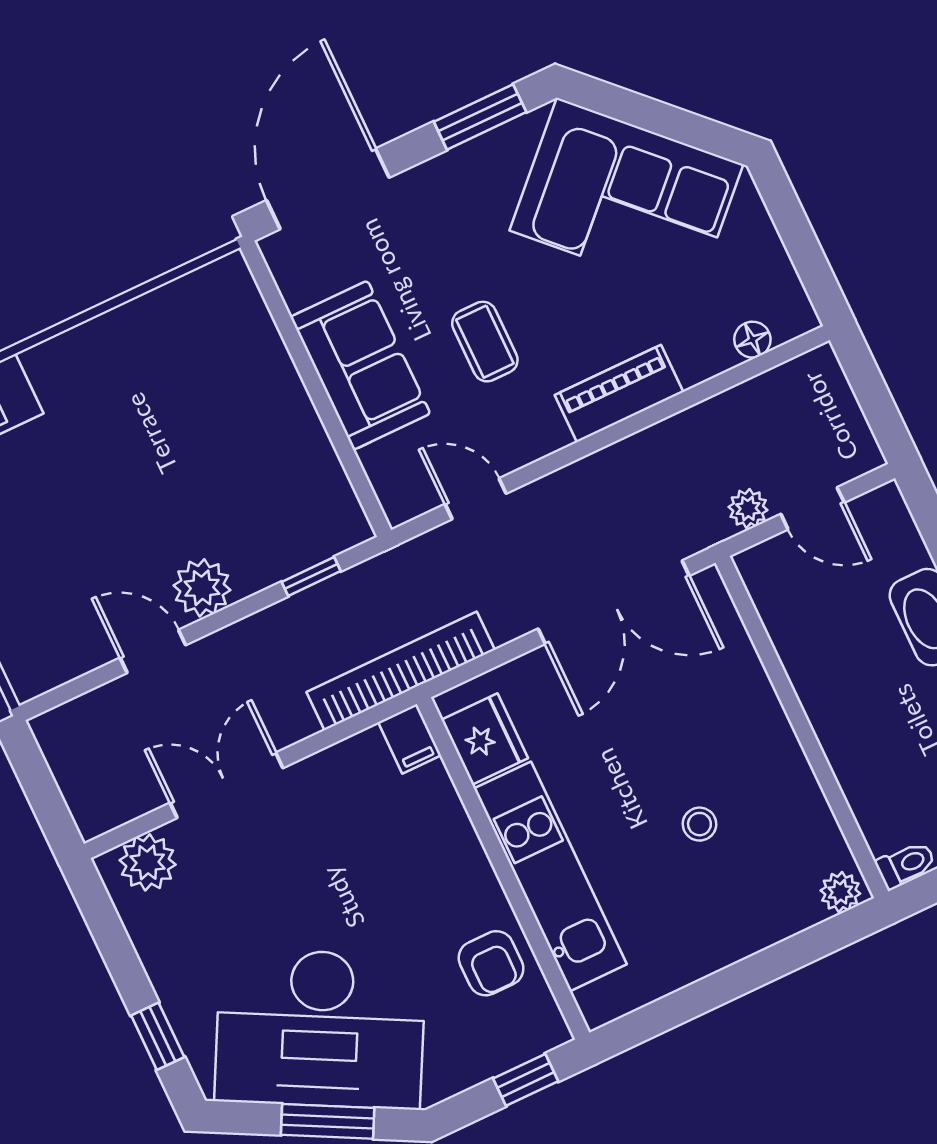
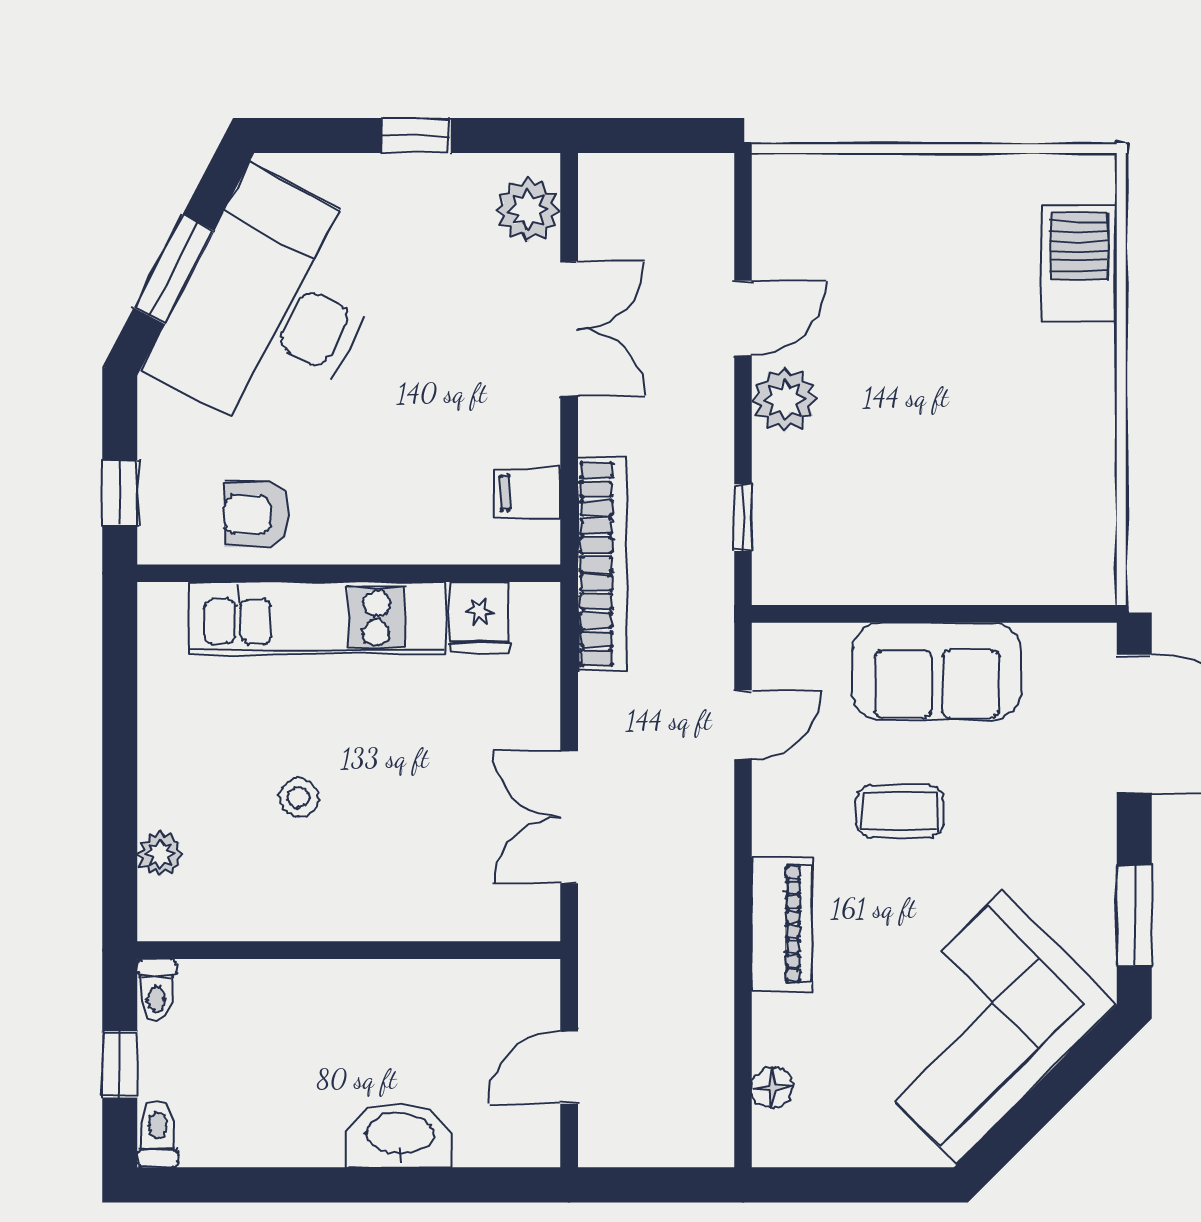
plant: (748, 509) -> (600, 1001), removed
double door: (614, 602) -> (569, 817), width x0.73
filing cabinet: (410, 739) -> (528, 493), moved
fridge: (485, 739) -> (480, 617), width x0.72
plant: (840, 892) -> (160, 854), moved
window: (158, 1036) -> (416, 136), moved

